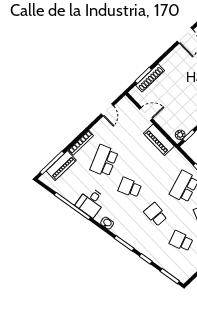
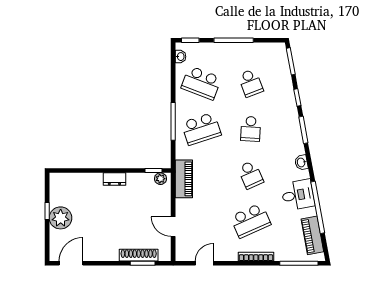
piano: (159, 140) -> (184, 179), moved
piano: (61, 166) -> (312, 235), moved, turned -100

